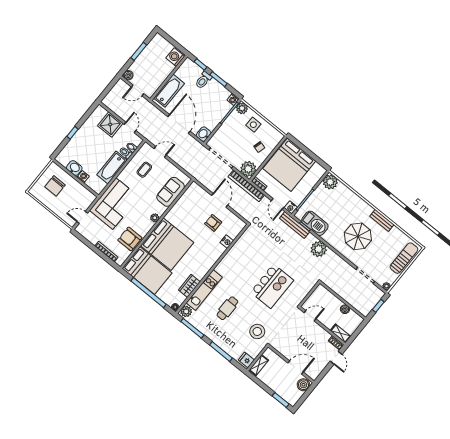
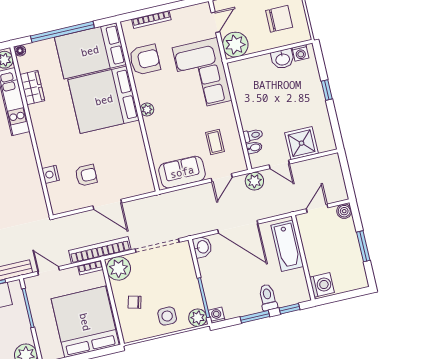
plant: (149, 134) -> (254, 181), added
bathtub: (112, 168) -> (248, 105), removed
washing machine: (83, 177) -> (300, 53), moved
chair: (55, 186) -> (279, 19), turned 90
sofa: (171, 192) -> (182, 172), moved, turned -90
plant: (86, 198) -> (235, 45), added
nightstand: (291, 207) -> (32, 284), removed

